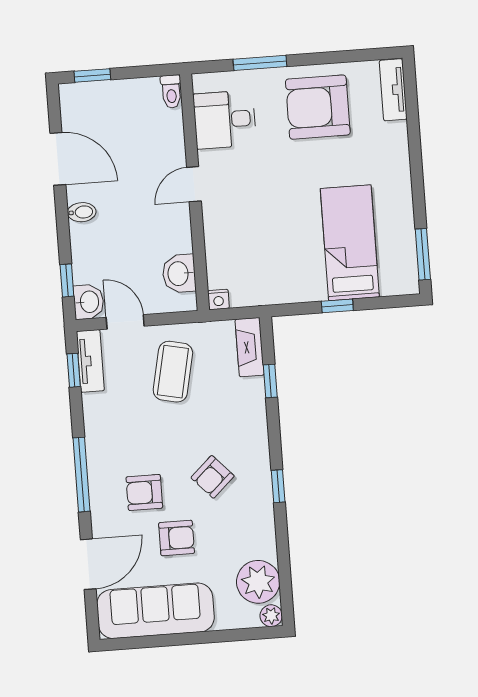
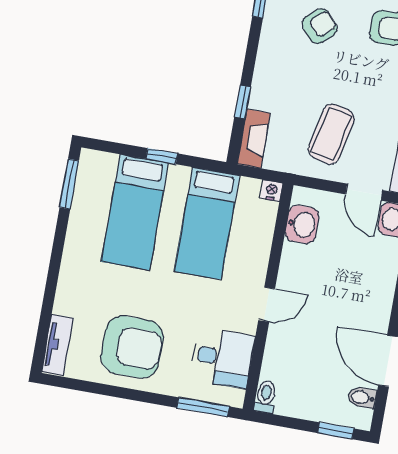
window: (260, 63) -> (203, 407), moved
bidet: (82, 212) -> (362, 398), moved
bed: (275, 250) -> (207, 223), added

